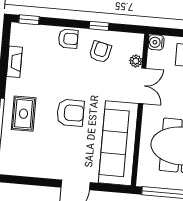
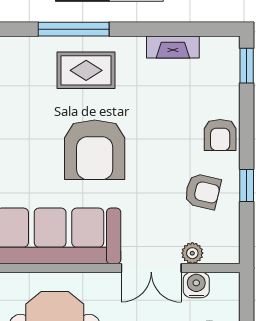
water cooler: (156, 42) -> (196, 285), moved
armchair: (70, 113) -> (95, 150), width x1.36, depth x1.36

